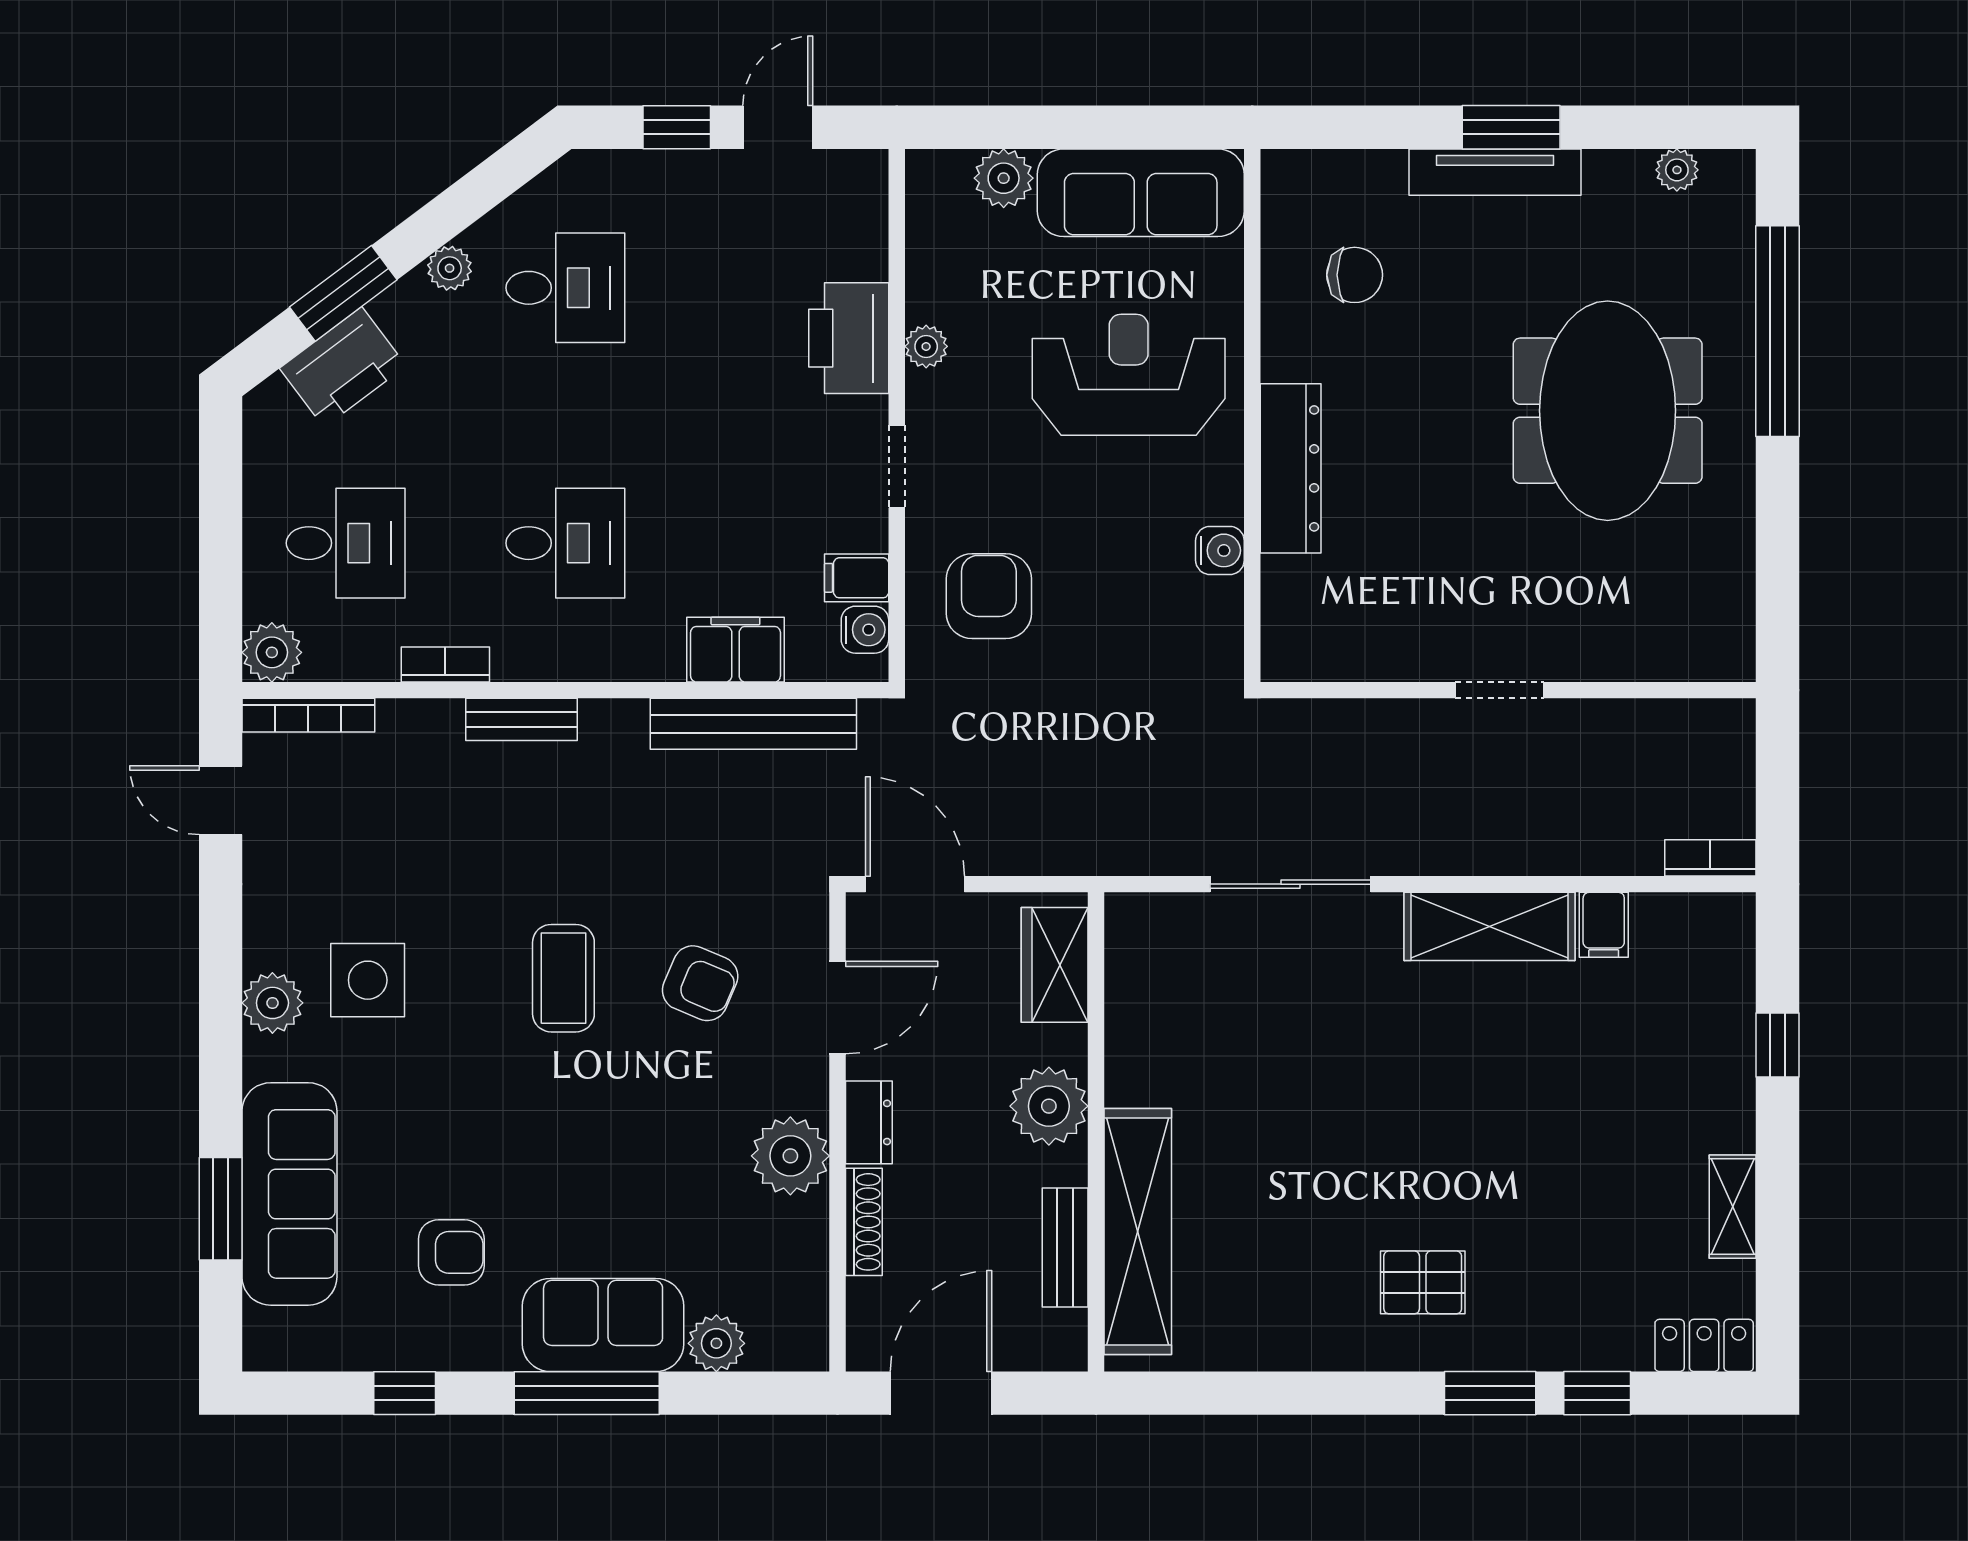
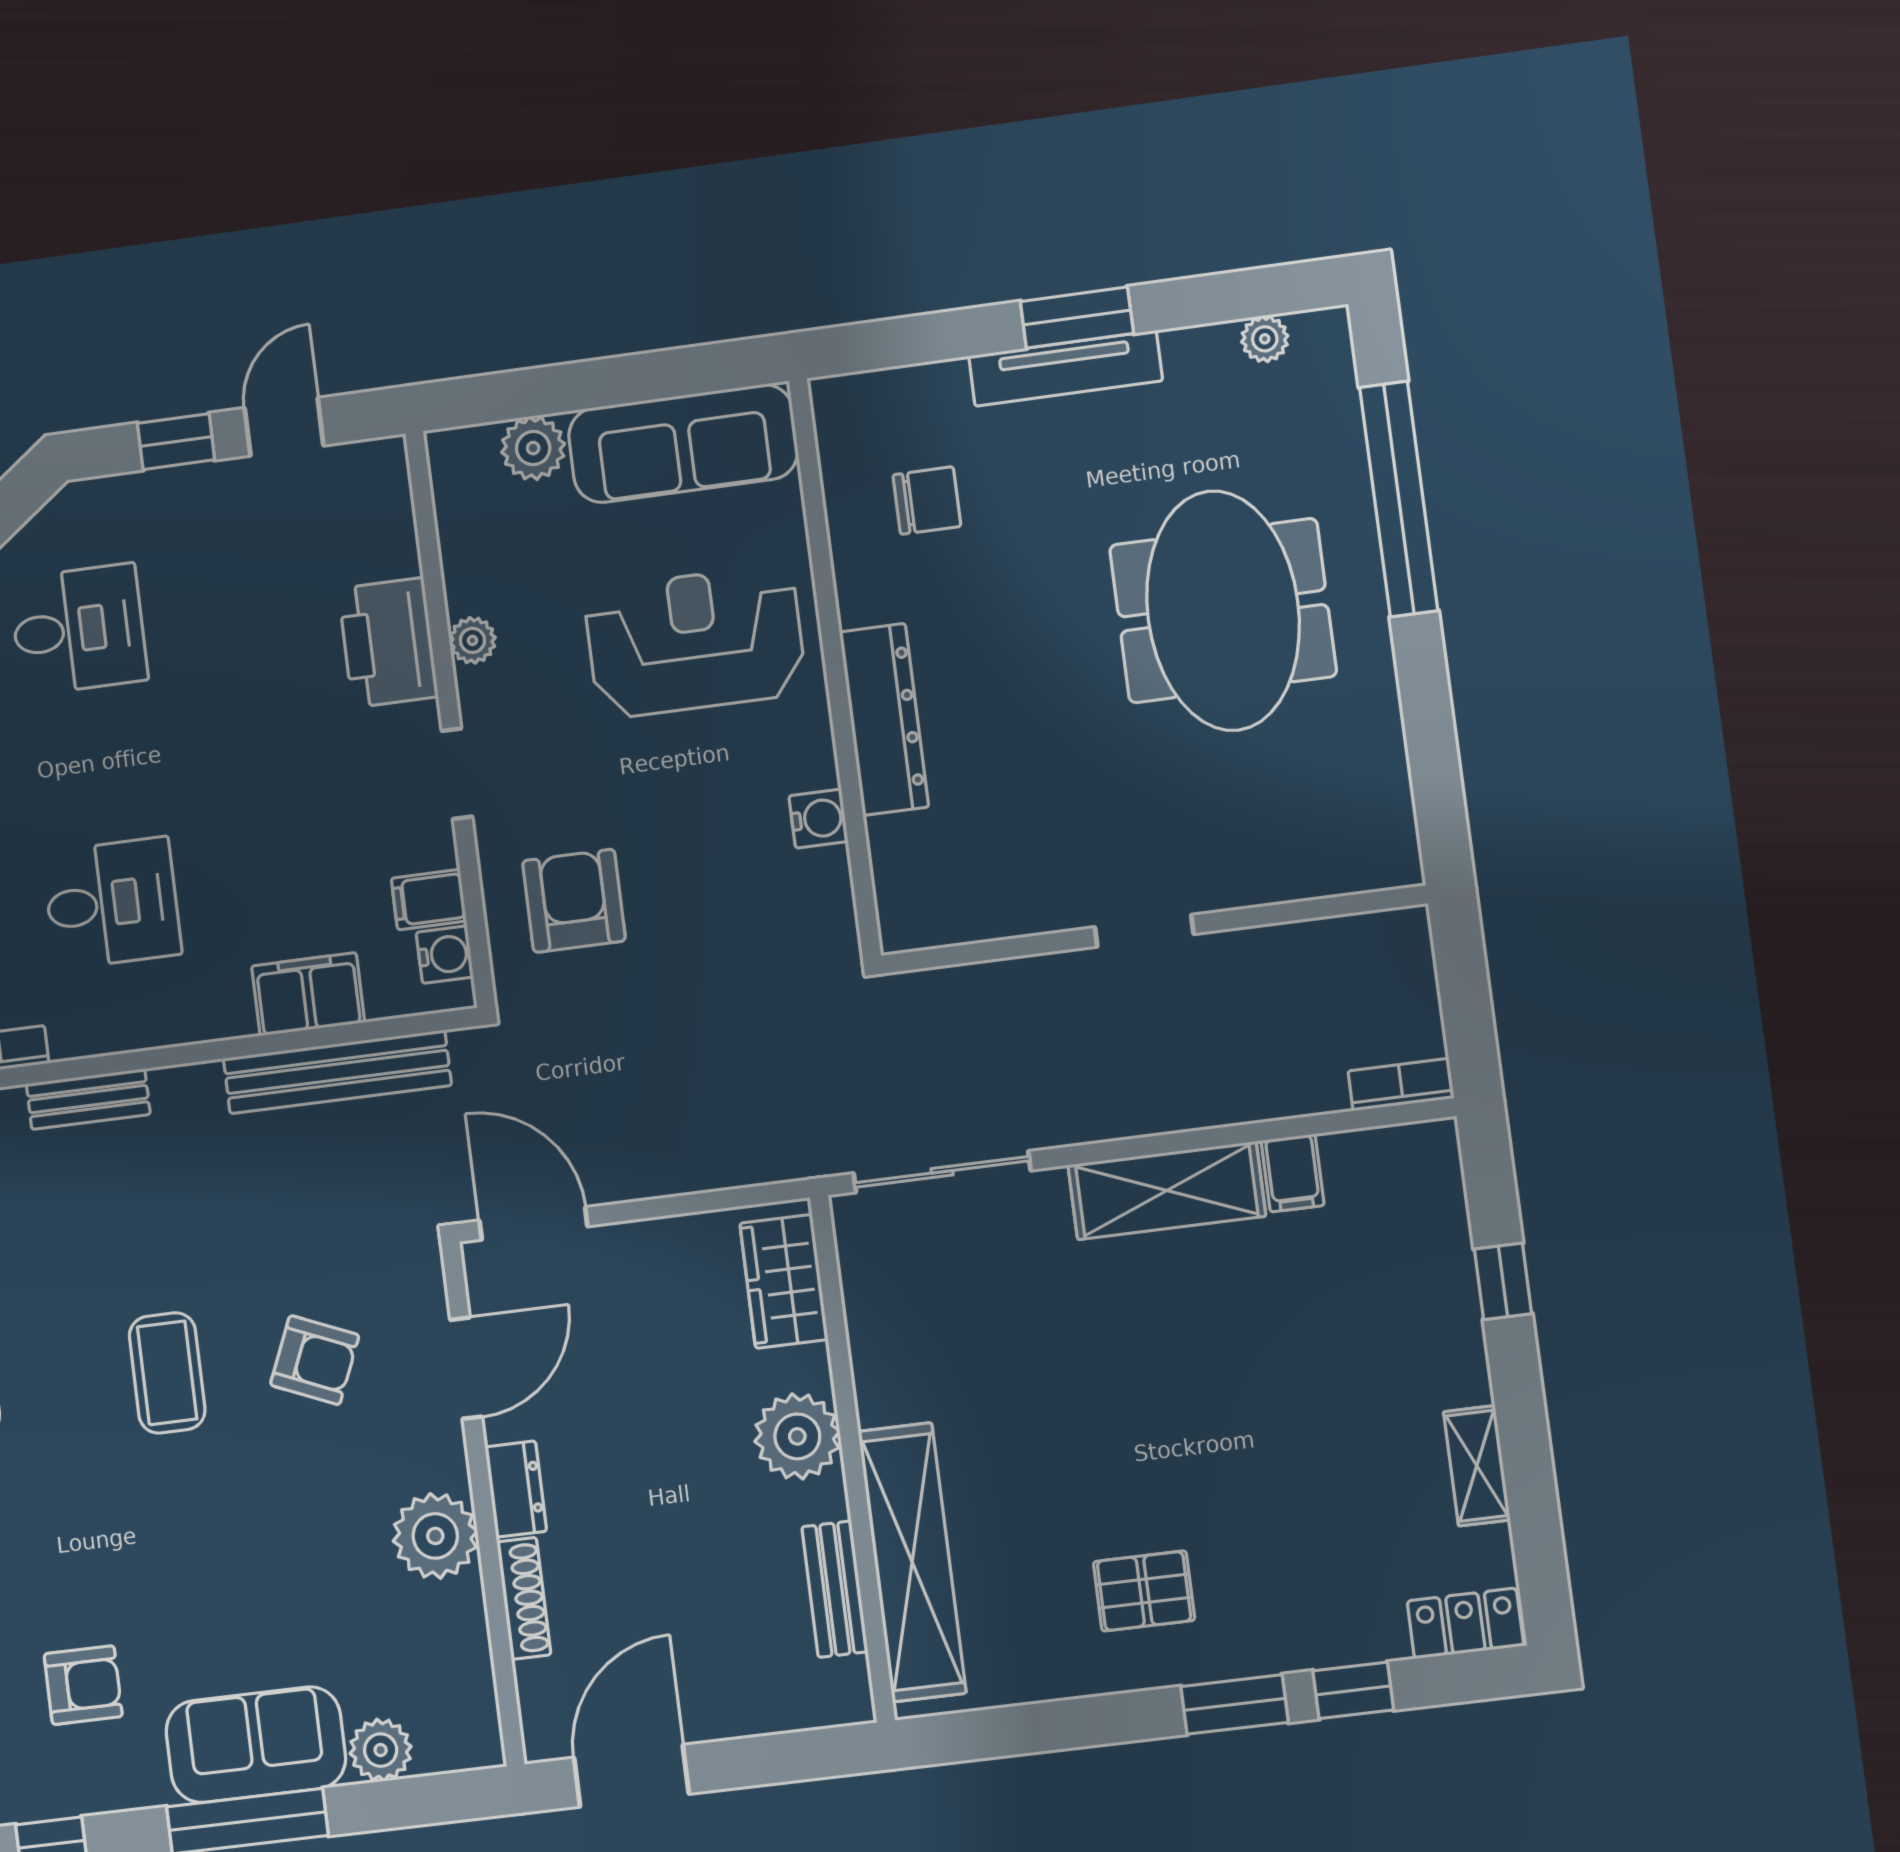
wardrobe: (1055, 965) -> (784, 1281), moved
plant: (1049, 1106) -> (797, 1436), moved
wall: (1096, 1132) -> (852, 1458), moved
shelving: (1138, 1232) -> (912, 1562), moved
bench: (1065, 1247) -> (835, 1589), moved

